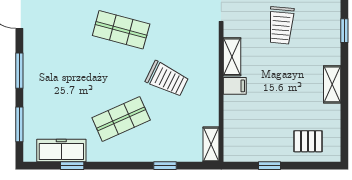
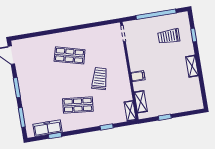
trolley: (281, 25) -> (169, 36), moved, turned 85
shelving: (232, 57) -> (141, 102), moved
trolley: (167, 79) -> (100, 79), turned -100
shop shelf: (121, 119) -> (78, 105), turned 30
pallet: (308, 141) -> (184, 100), removed

